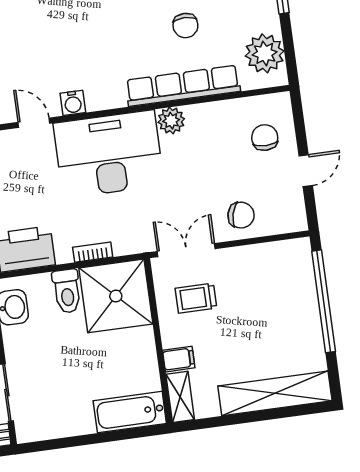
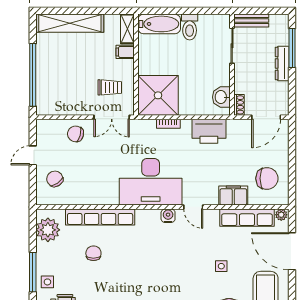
plant: (171, 121) -> (110, 197), removed
chair: (265, 138) -> (55, 179), turned 146
toilet: (67, 291) -> (190, 27), moved, turned 180

